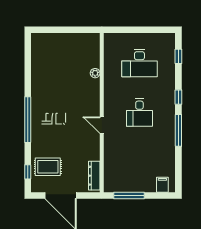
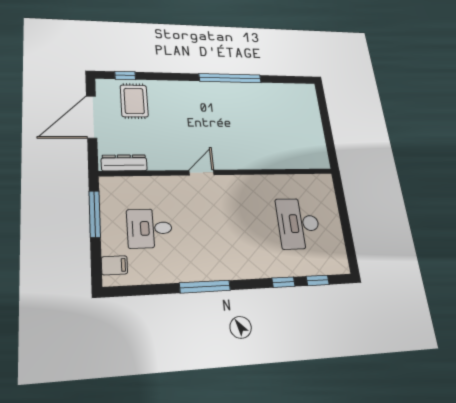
plant: (95, 73) -> (275, 163), removed
window: (178, 97) -> (283, 282), moved
desk: (139, 113) -> (150, 228), moved
window: (28, 120) -> (230, 78), moved

